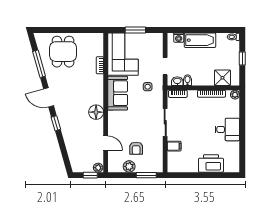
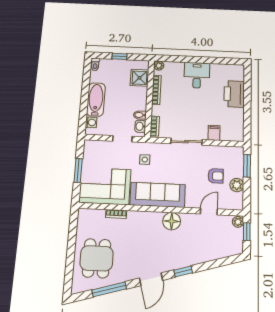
dining table: (63, 52) -> (97, 258), turned 90
sofa: (118, 93) -> (158, 195), width x1.36

